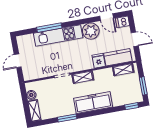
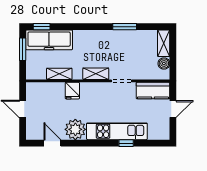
dishwasher: (122, 22) -> (34, 134), removed
window: (49, 28) -> (126, 143), width x0.46
kitchen counter: (118, 57) -> (153, 91), moved
shelving: (123, 70) -> (59, 74), moved
freezer: (93, 103) -> (49, 40), moved

